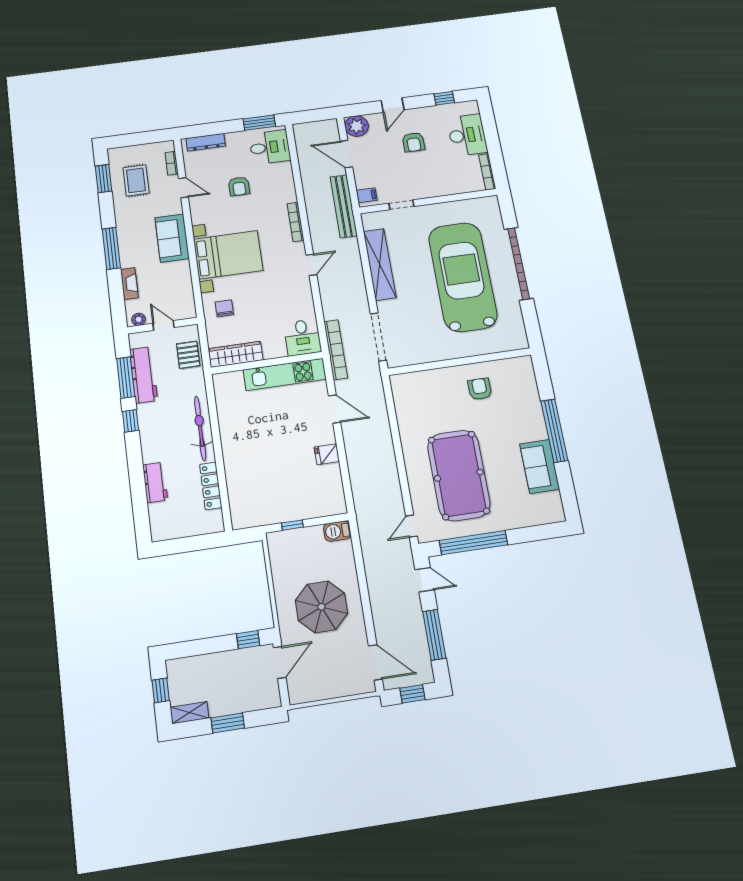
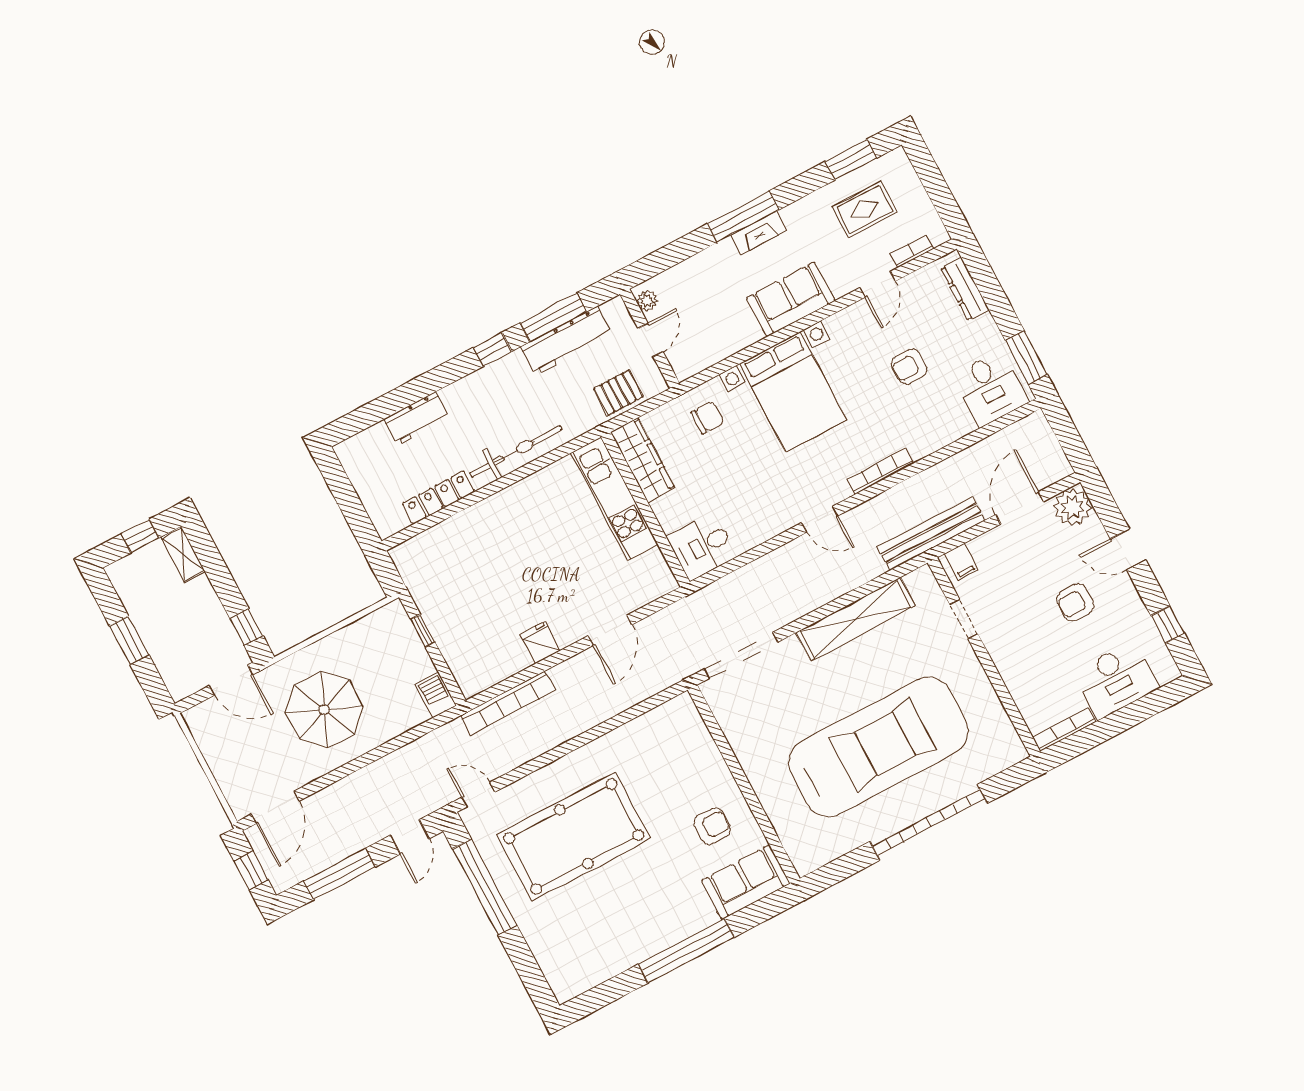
fireplace: (129, 284) -> (759, 233), moved
bookcase: (336, 350) -> (508, 703), moved
kitchen unit: (285, 374) -> (614, 499), moved
sofa: (540, 466) -> (746, 882), moved
shelving: (190, 713) -> (183, 554), moved

